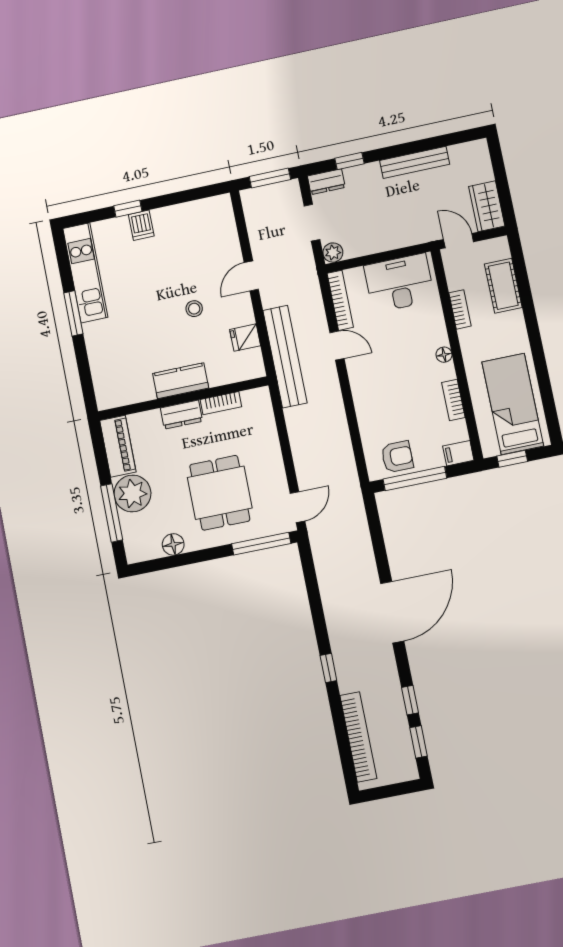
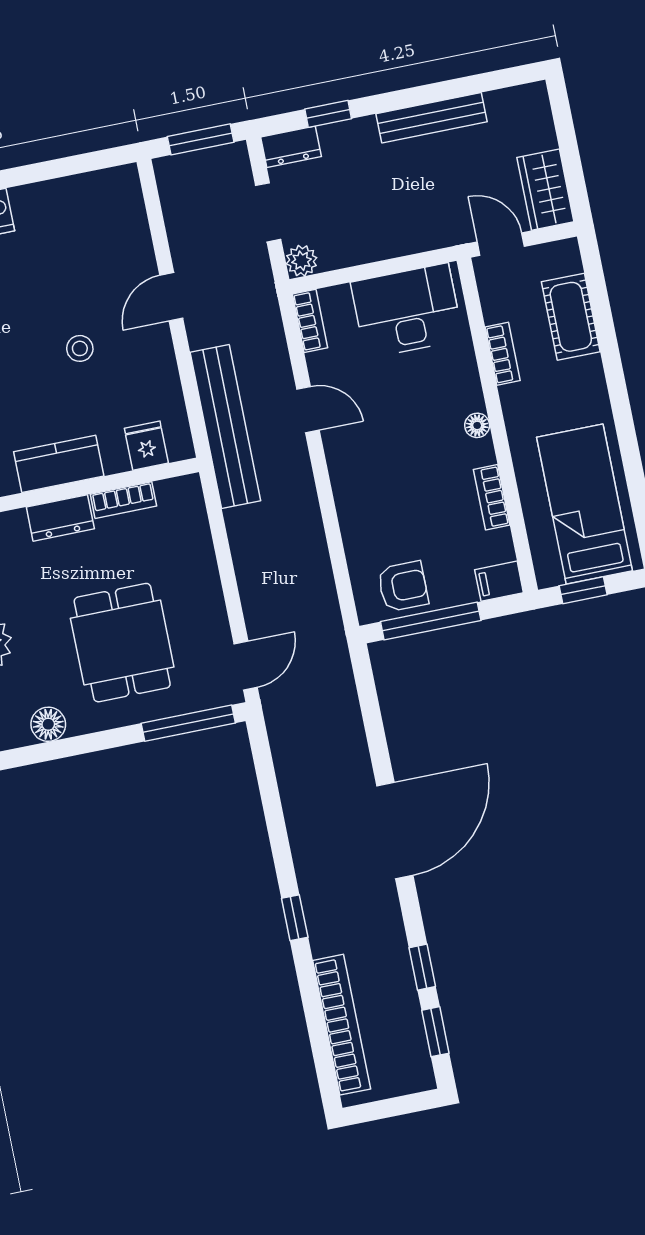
bookcase: (340, 300) -> (310, 321), width x0.64
fridge: (245, 338) -> (146, 446), moved, turned 90

